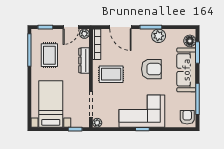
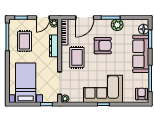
door: (120, 27) -> (85, 18), hinge flipped
armchair: (151, 69) -> (103, 46), moved
rug: (111, 74) -> (77, 57), turned 90

